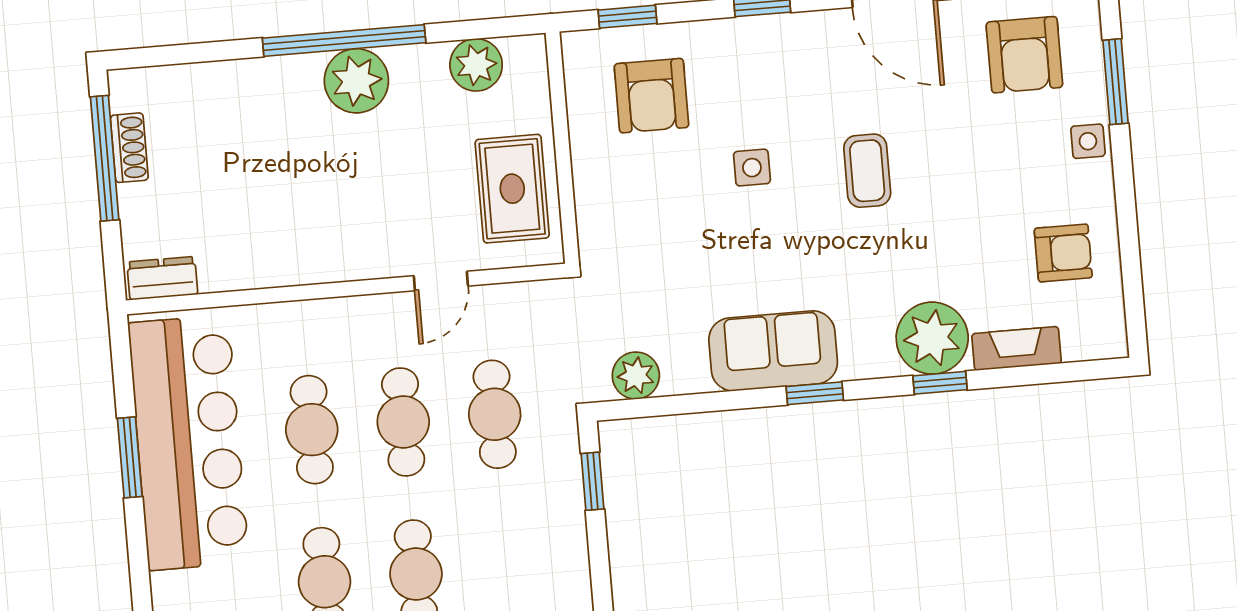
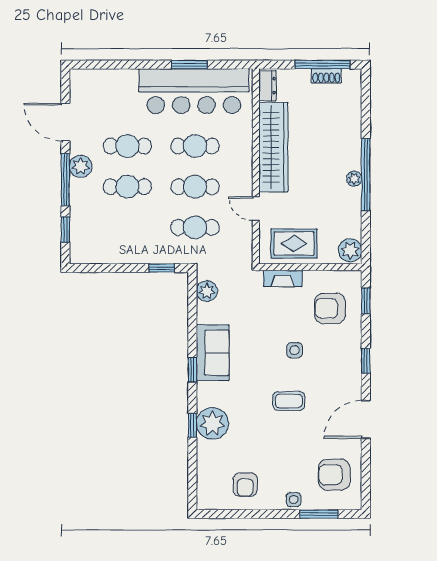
plant: (476, 65) -> (350, 250), moved
plant: (356, 81) -> (354, 179), width x0.53, depth x0.53
wardrobe: (300, 253) -> (273, 147), added
fireplace: (1017, 349) -> (283, 278), moved, turned 90

